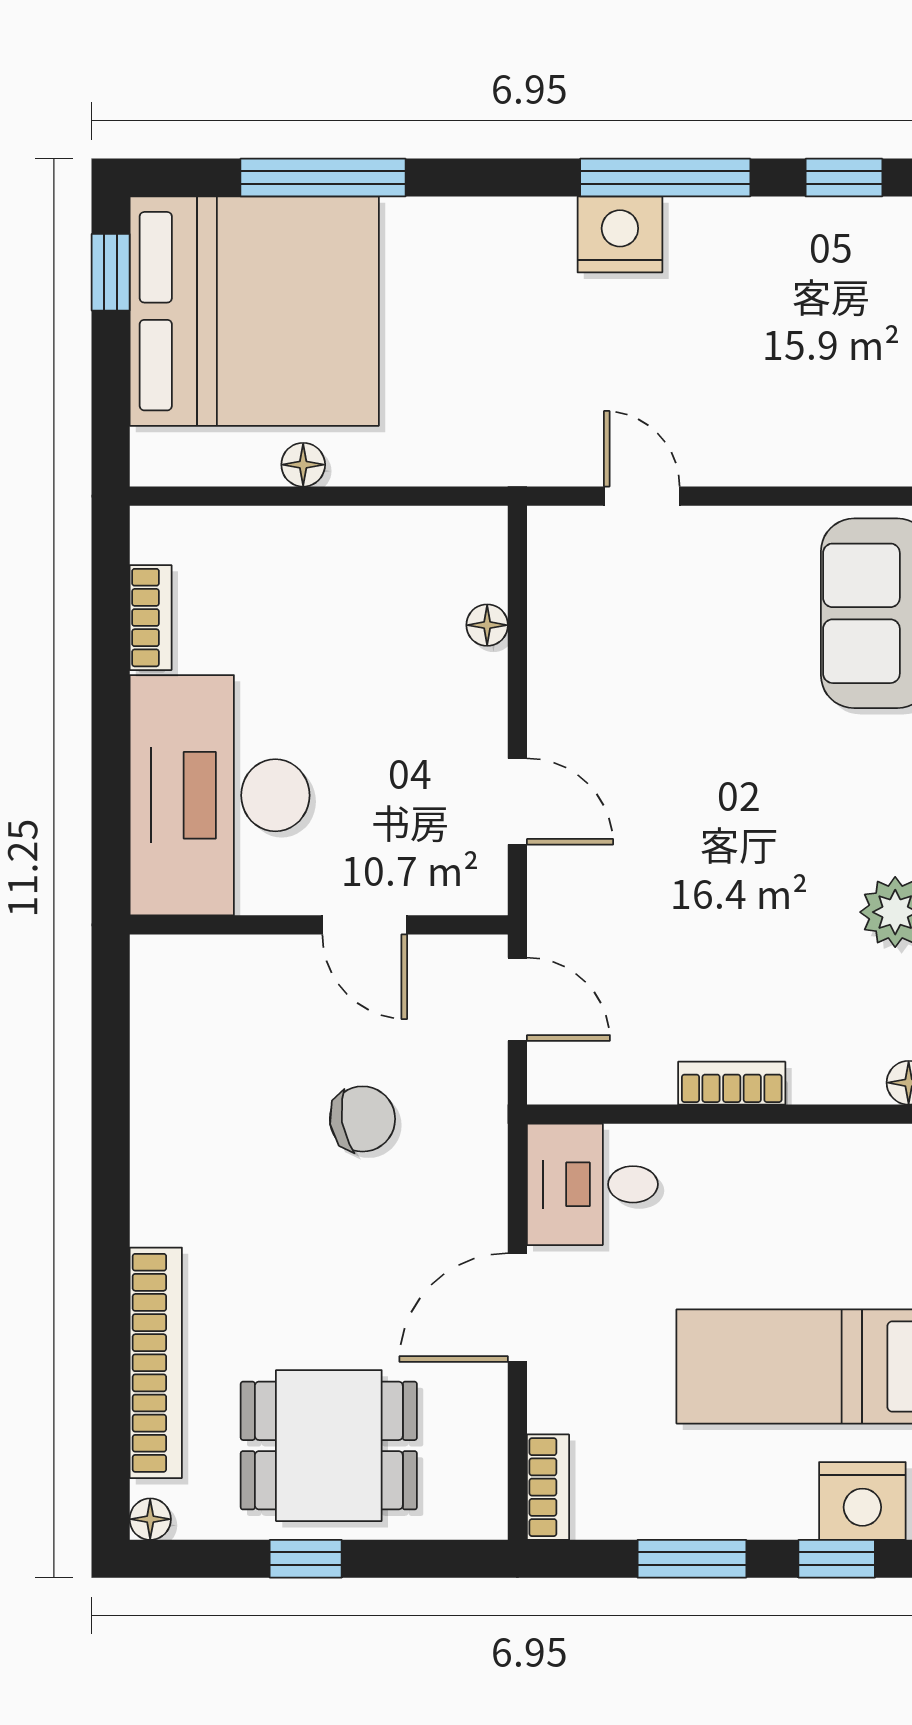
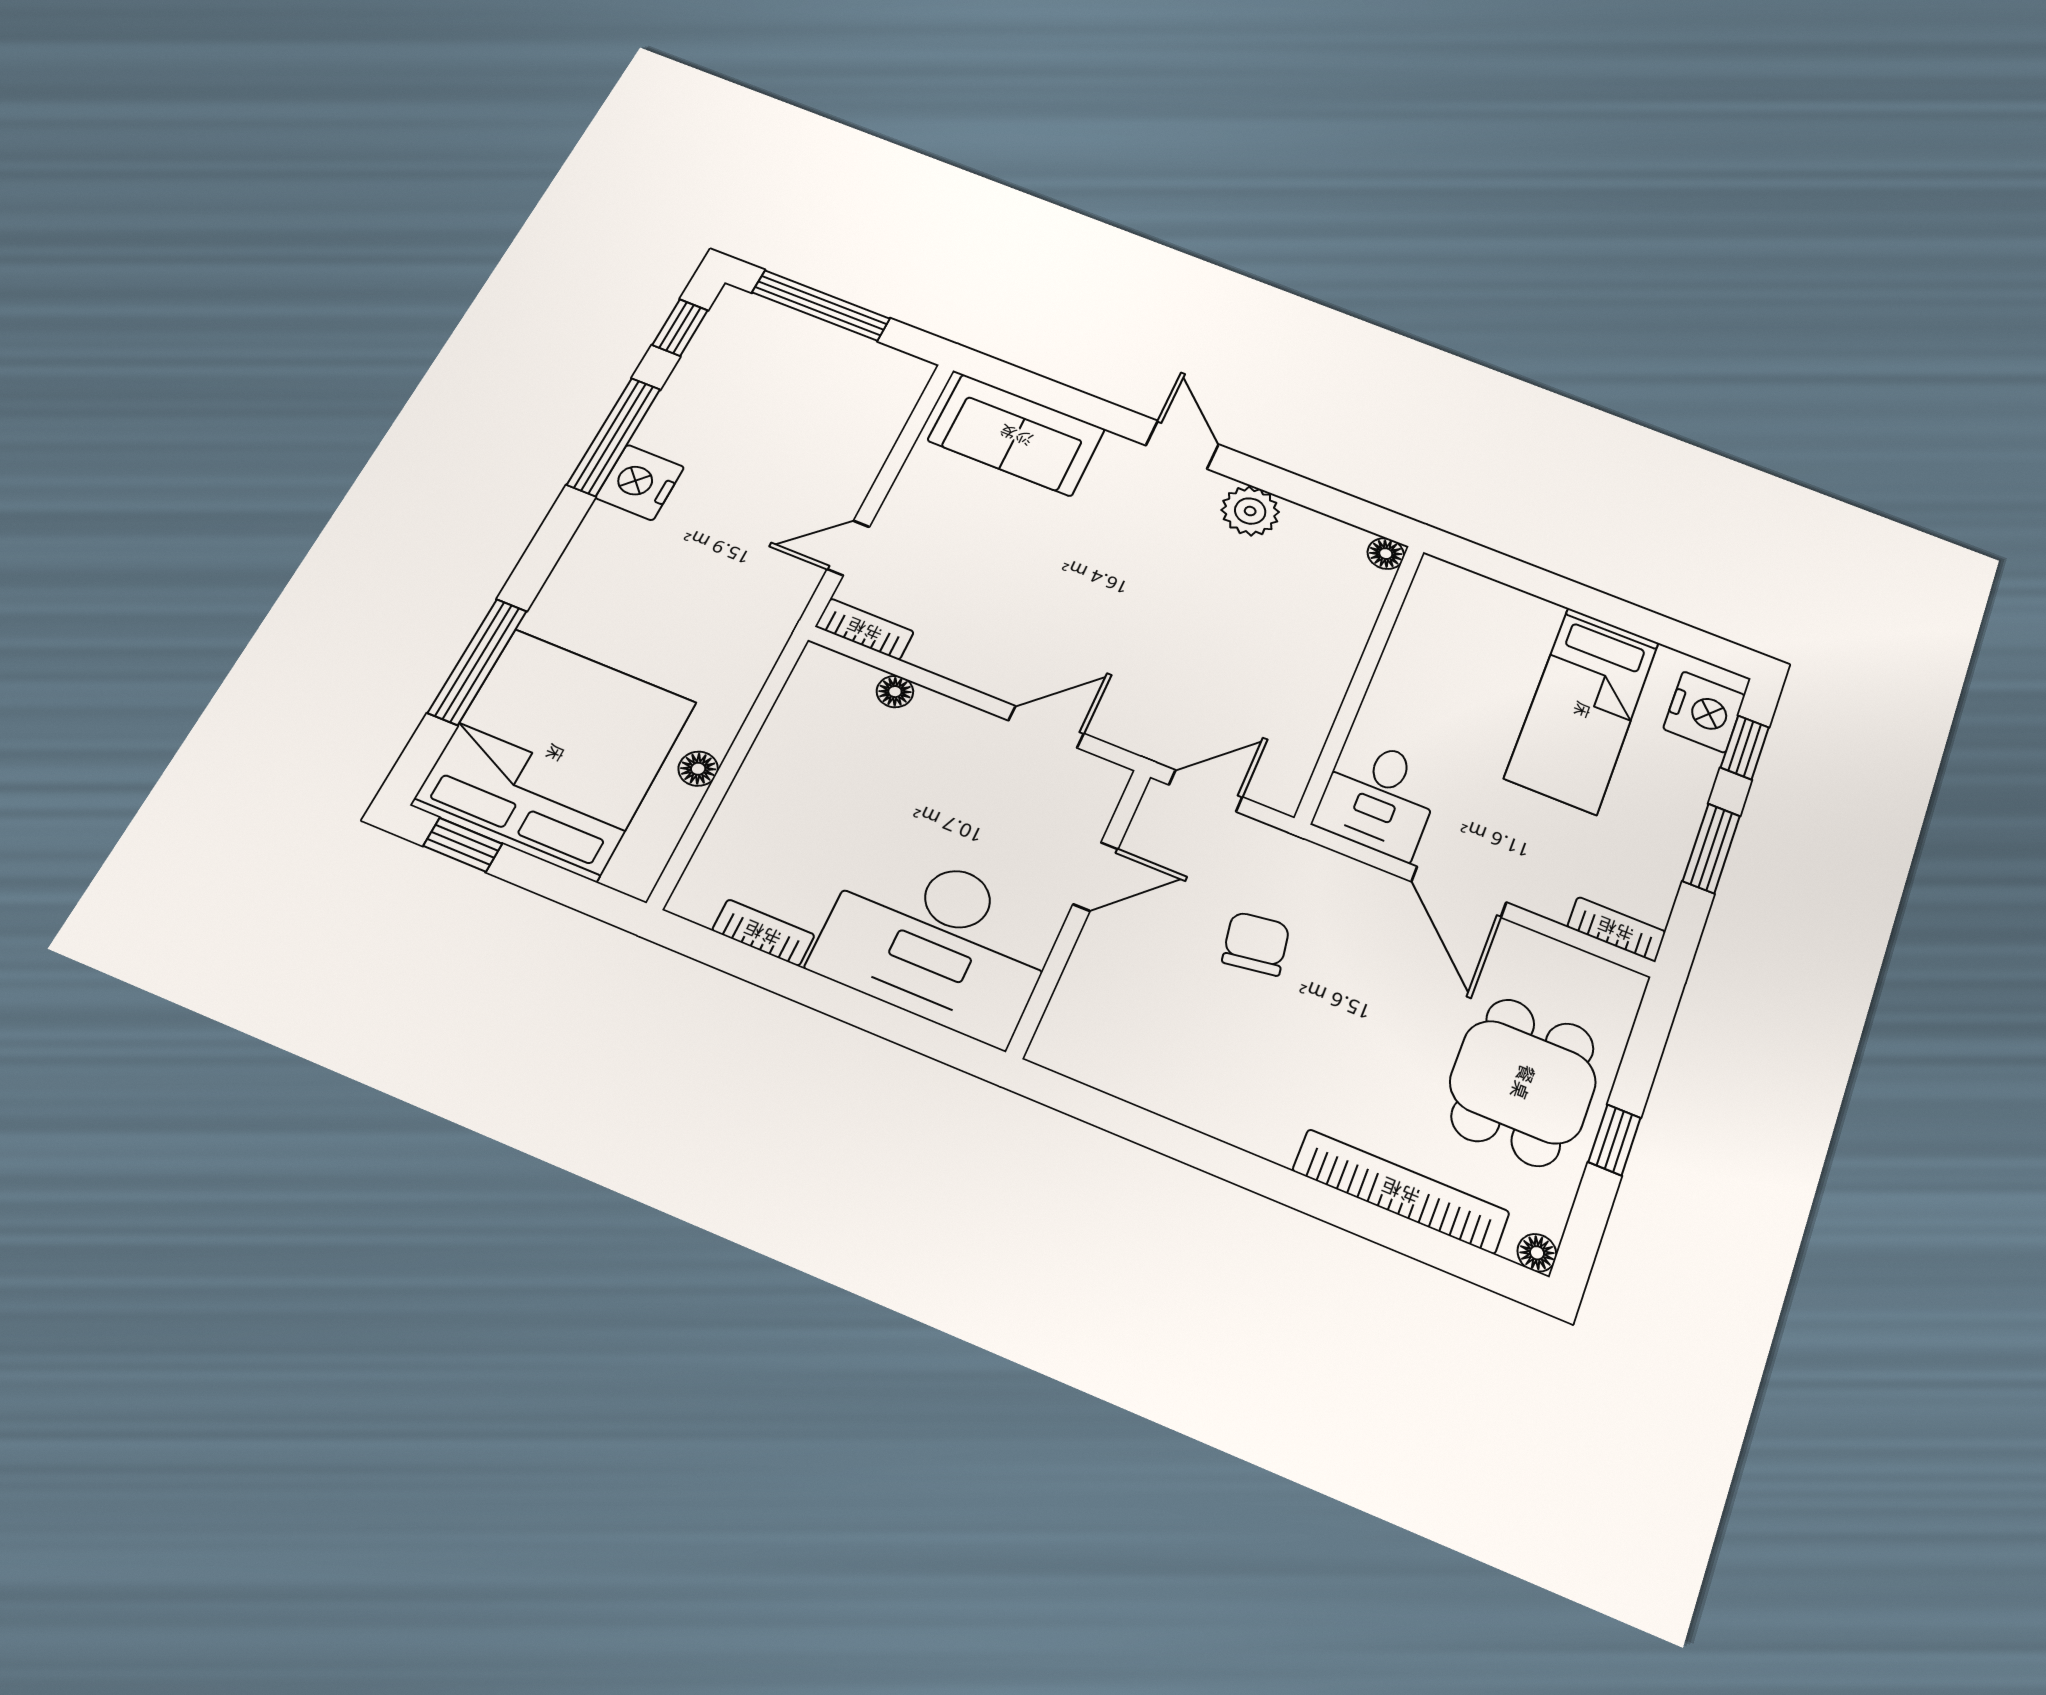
bookcase: (732, 1083) -> (865, 629), moved, turned 90

